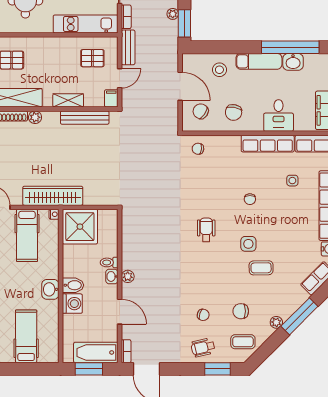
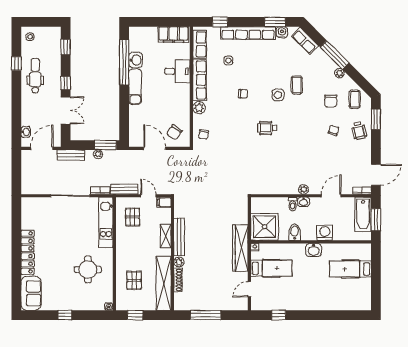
stool: (219, 70) -> (142, 118), removed
door: (180, 86) -> (155, 148), hinge flipped
chair: (234, 112) -> (175, 107), removed
bench: (85, 118) -> (179, 237), moved
plant: (232, 143) -> (199, 108), added
bidet: (73, 285) -> (295, 232), moved

